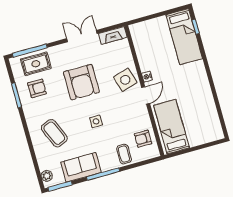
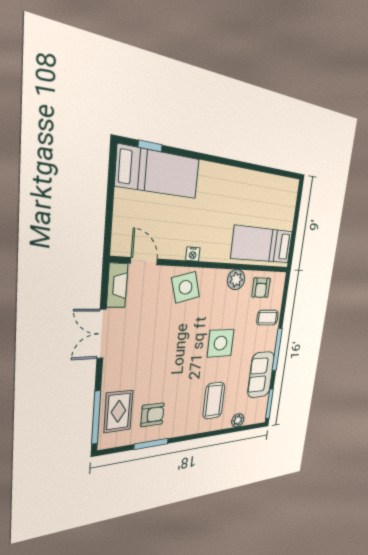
armchair: (81, 82) -> (166, 351), removed
armchair: (37, 88) -> (152, 415), turned 90
door: (146, 95) -> (144, 261), moved
plant: (142, 116) -> (236, 280), added
side table: (96, 121) -> (221, 343), width x1.87, depth x1.87
coffee table: (54, 133) -> (214, 401), turned -67
plant: (47, 176) -> (238, 420), moved

